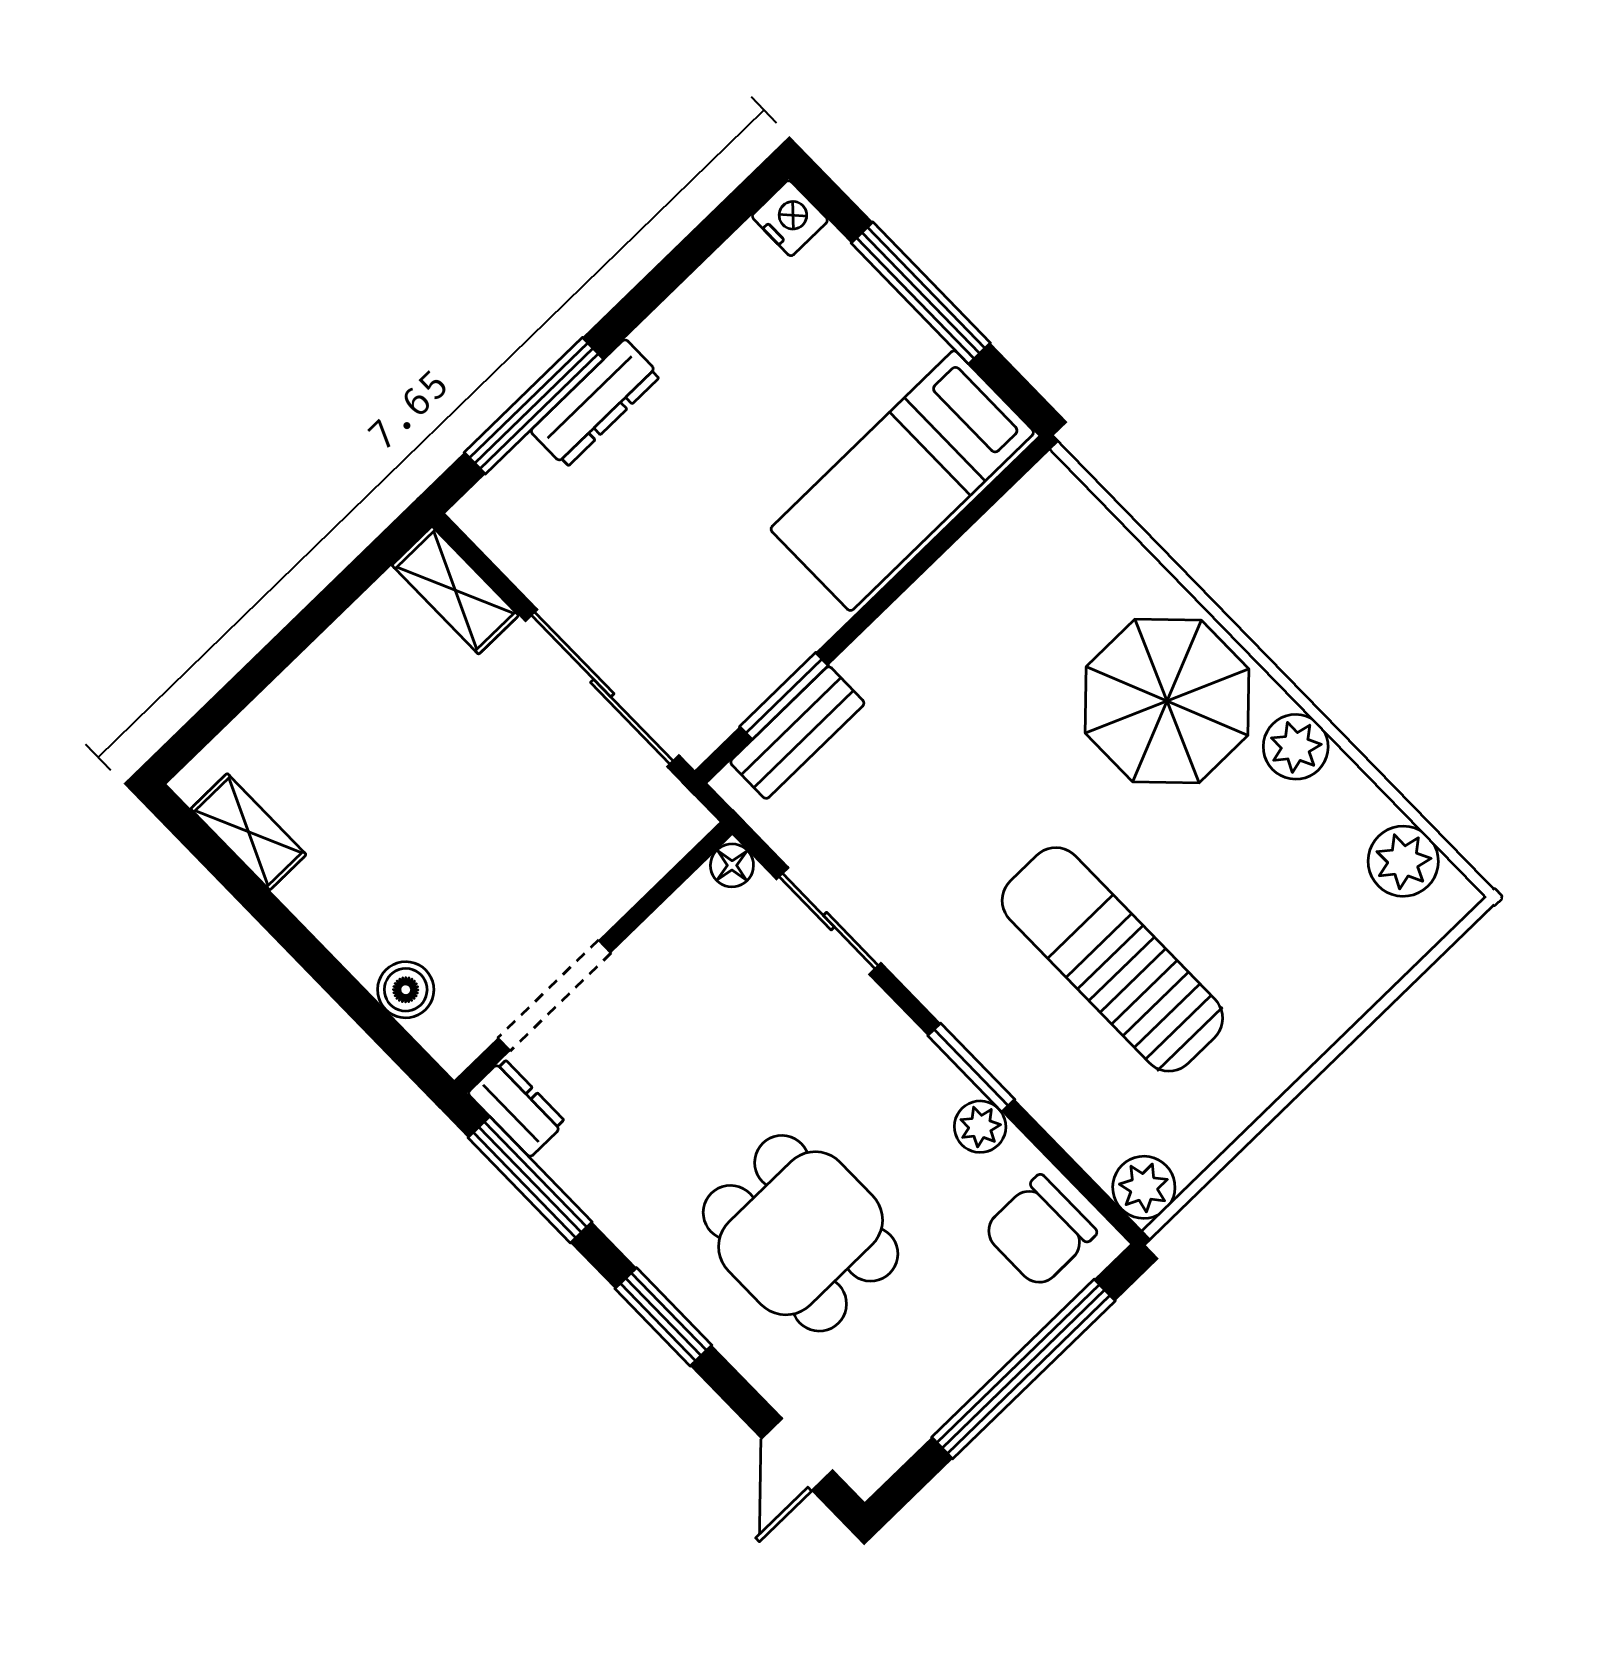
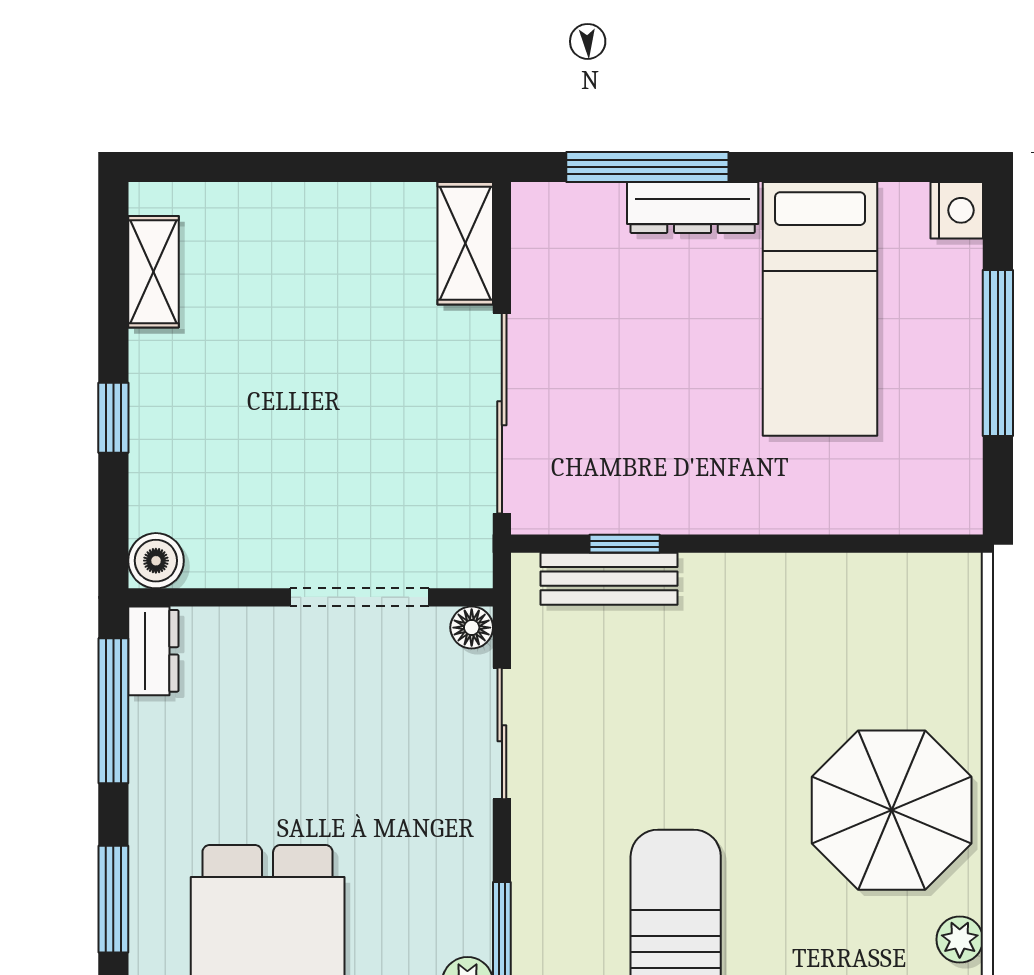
bed: (902, 481) -> (820, 309), moved, turned -90
window: (784, 696) -> (625, 544), width x0.67
plant: (1296, 747) -> (960, 939), width x0.73, depth x0.73
window: (323, 966) -> (113, 418), added
boiler: (406, 990) -> (156, 561), moved
doorway: (554, 995) -> (359, 597), moved

